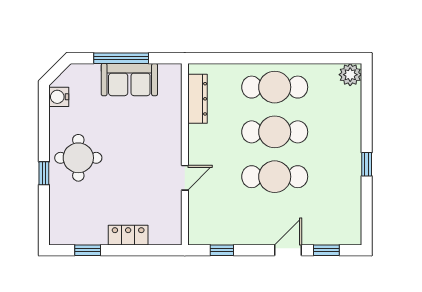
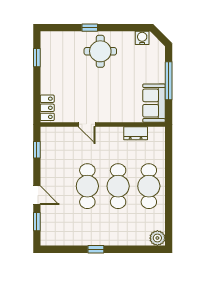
sofa: (129, 80) -> (154, 103), moved
dresser: (198, 99) -> (136, 133), width x0.70
locker: (128, 235) -> (47, 108), moved

